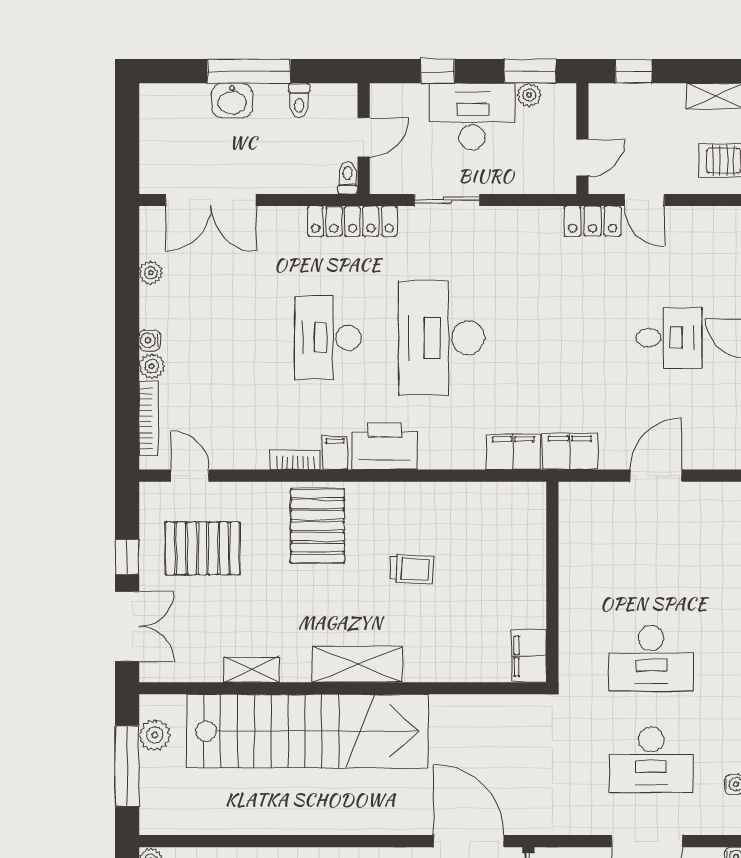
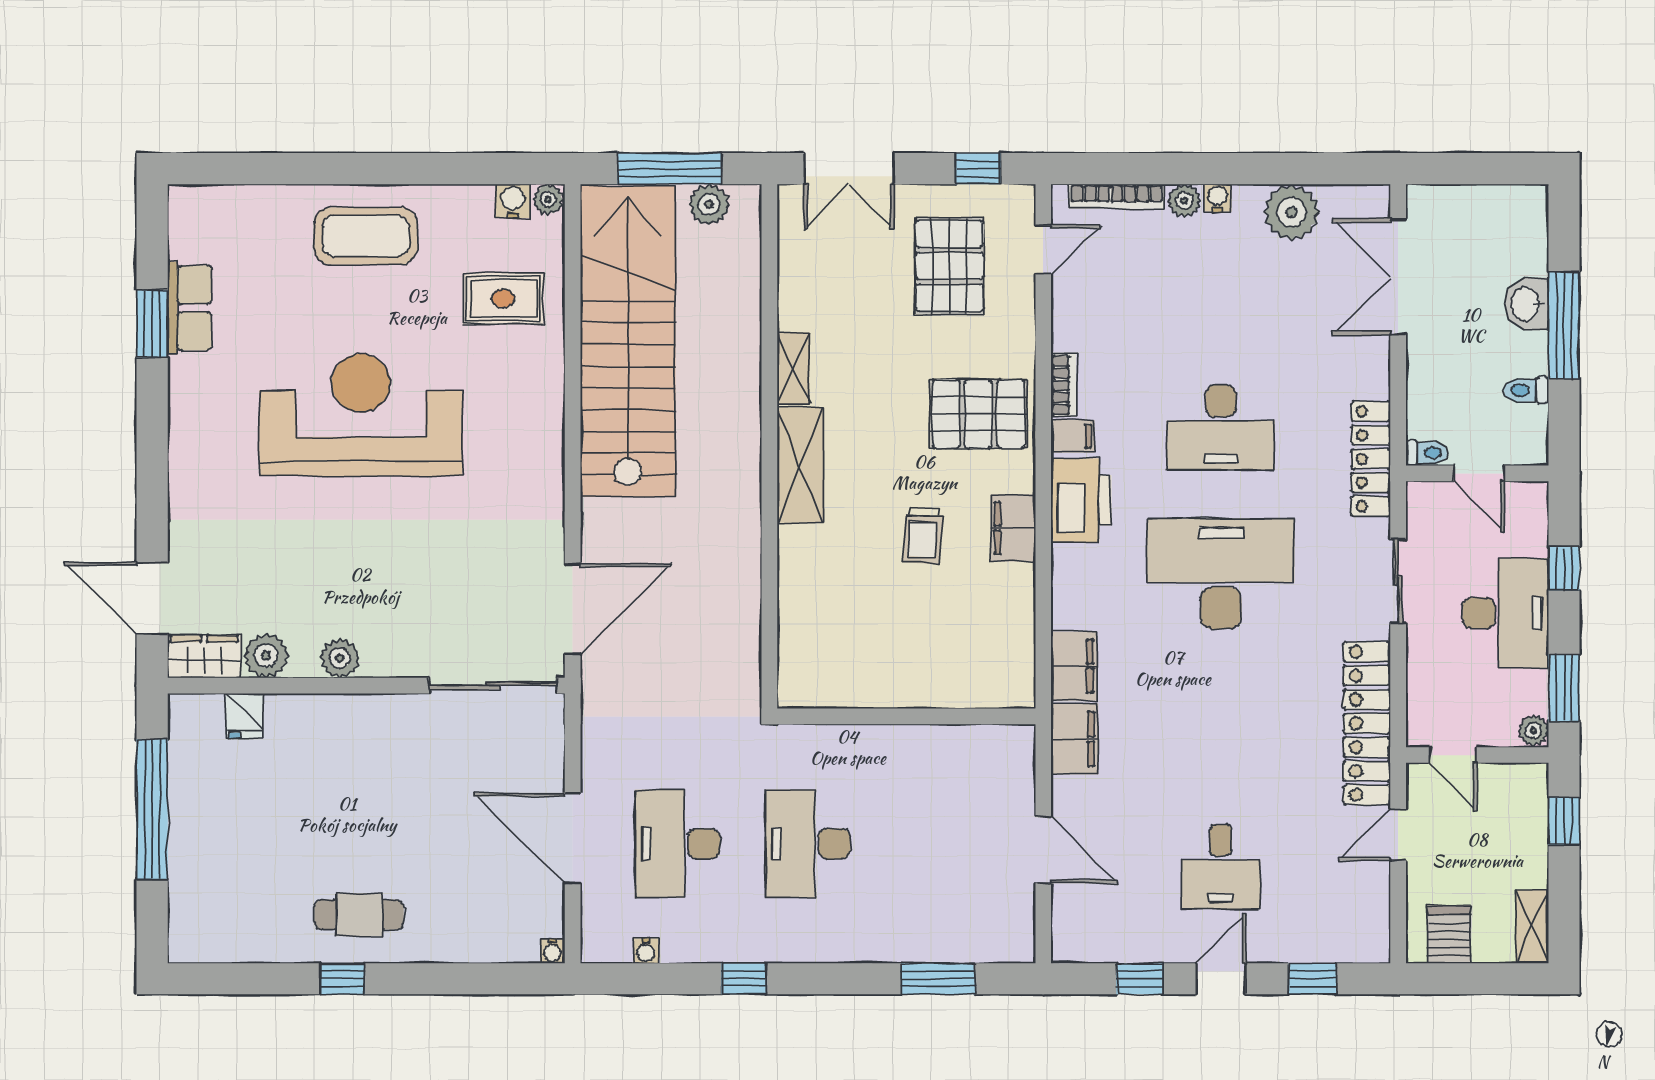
plant: (529, 95) -> (1533, 731), moved
locker: (593, 221) -> (1367, 723), width x2.16, depth x1.21
plant: (151, 273) -> (1291, 212), width x1.87, depth x1.87
desk: (328, 338) -> (1221, 427), turned 180
window: (127, 557) -> (978, 169), moved
filing cabinet: (529, 656) -> (1013, 528), moved, turned -90
shelving: (251, 670) -> (793, 368), moved
stairs: (307, 731) -> (628, 341), moved, turned 180

